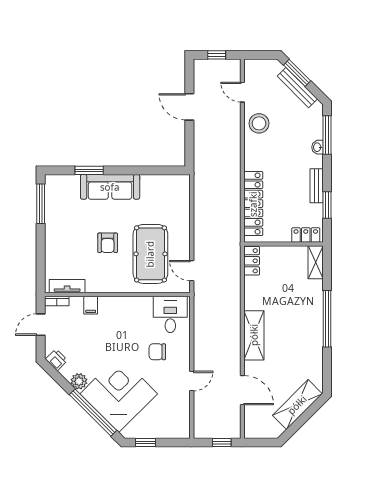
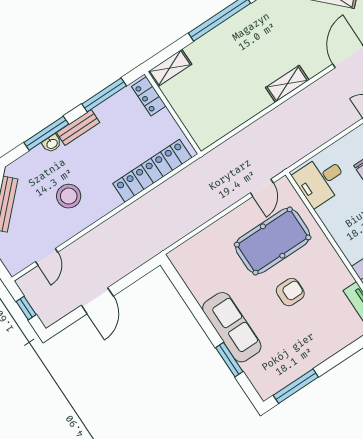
stool: (259, 123) -> (69, 196), moved
window: (327, 135) -> (46, 133), moved
bench: (317, 186) -> (78, 127), moved
window: (327, 205) -> (104, 95), width x1.44
locker: (252, 261) -> (211, 134), removed
shelving: (254, 335) -> (287, 84), width x0.67, depth x0.75

